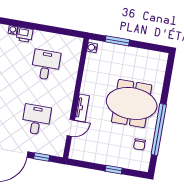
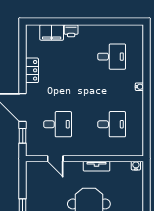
printer: (25, 35) -> (137, 99), removed
window: (117, 41) -> (147, 189), removed
tv unit: (82, 108) -> (97, 166), moved

